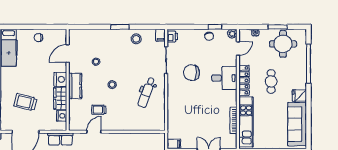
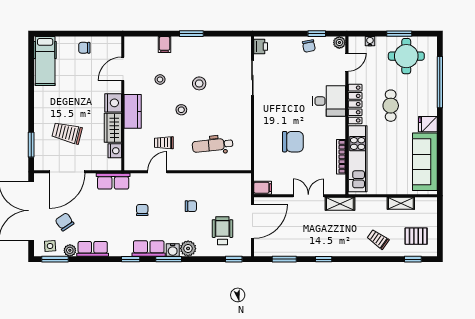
filing cabinet: (160, 35) -> (165, 45), moved
stool: (136, 39) -> (199, 83), moved
chair: (192, 73) -> (293, 142), moved, turned 180
dental chair: (146, 93) -> (213, 145), moved, turned 64

